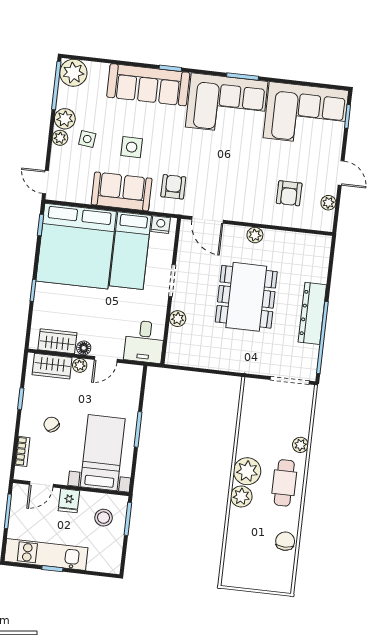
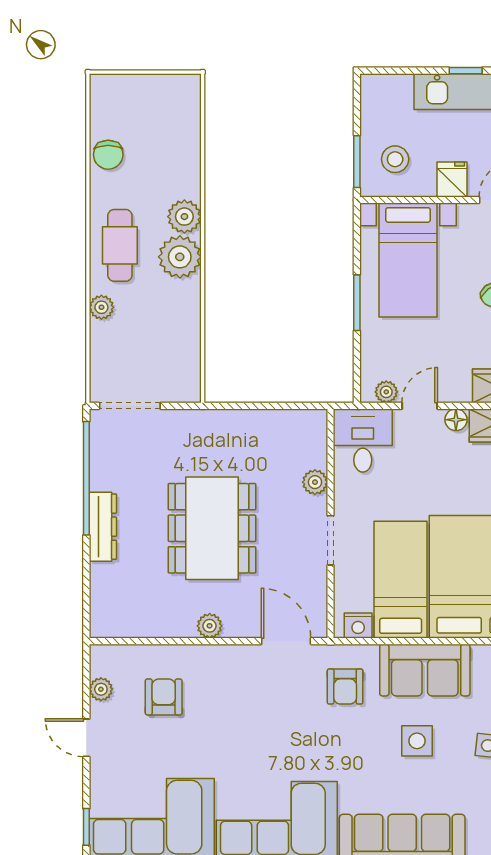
dresser: (312, 313) -> (103, 527), width x0.73, depth x0.80
plant: (80, 365) -> (386, 392), moved

